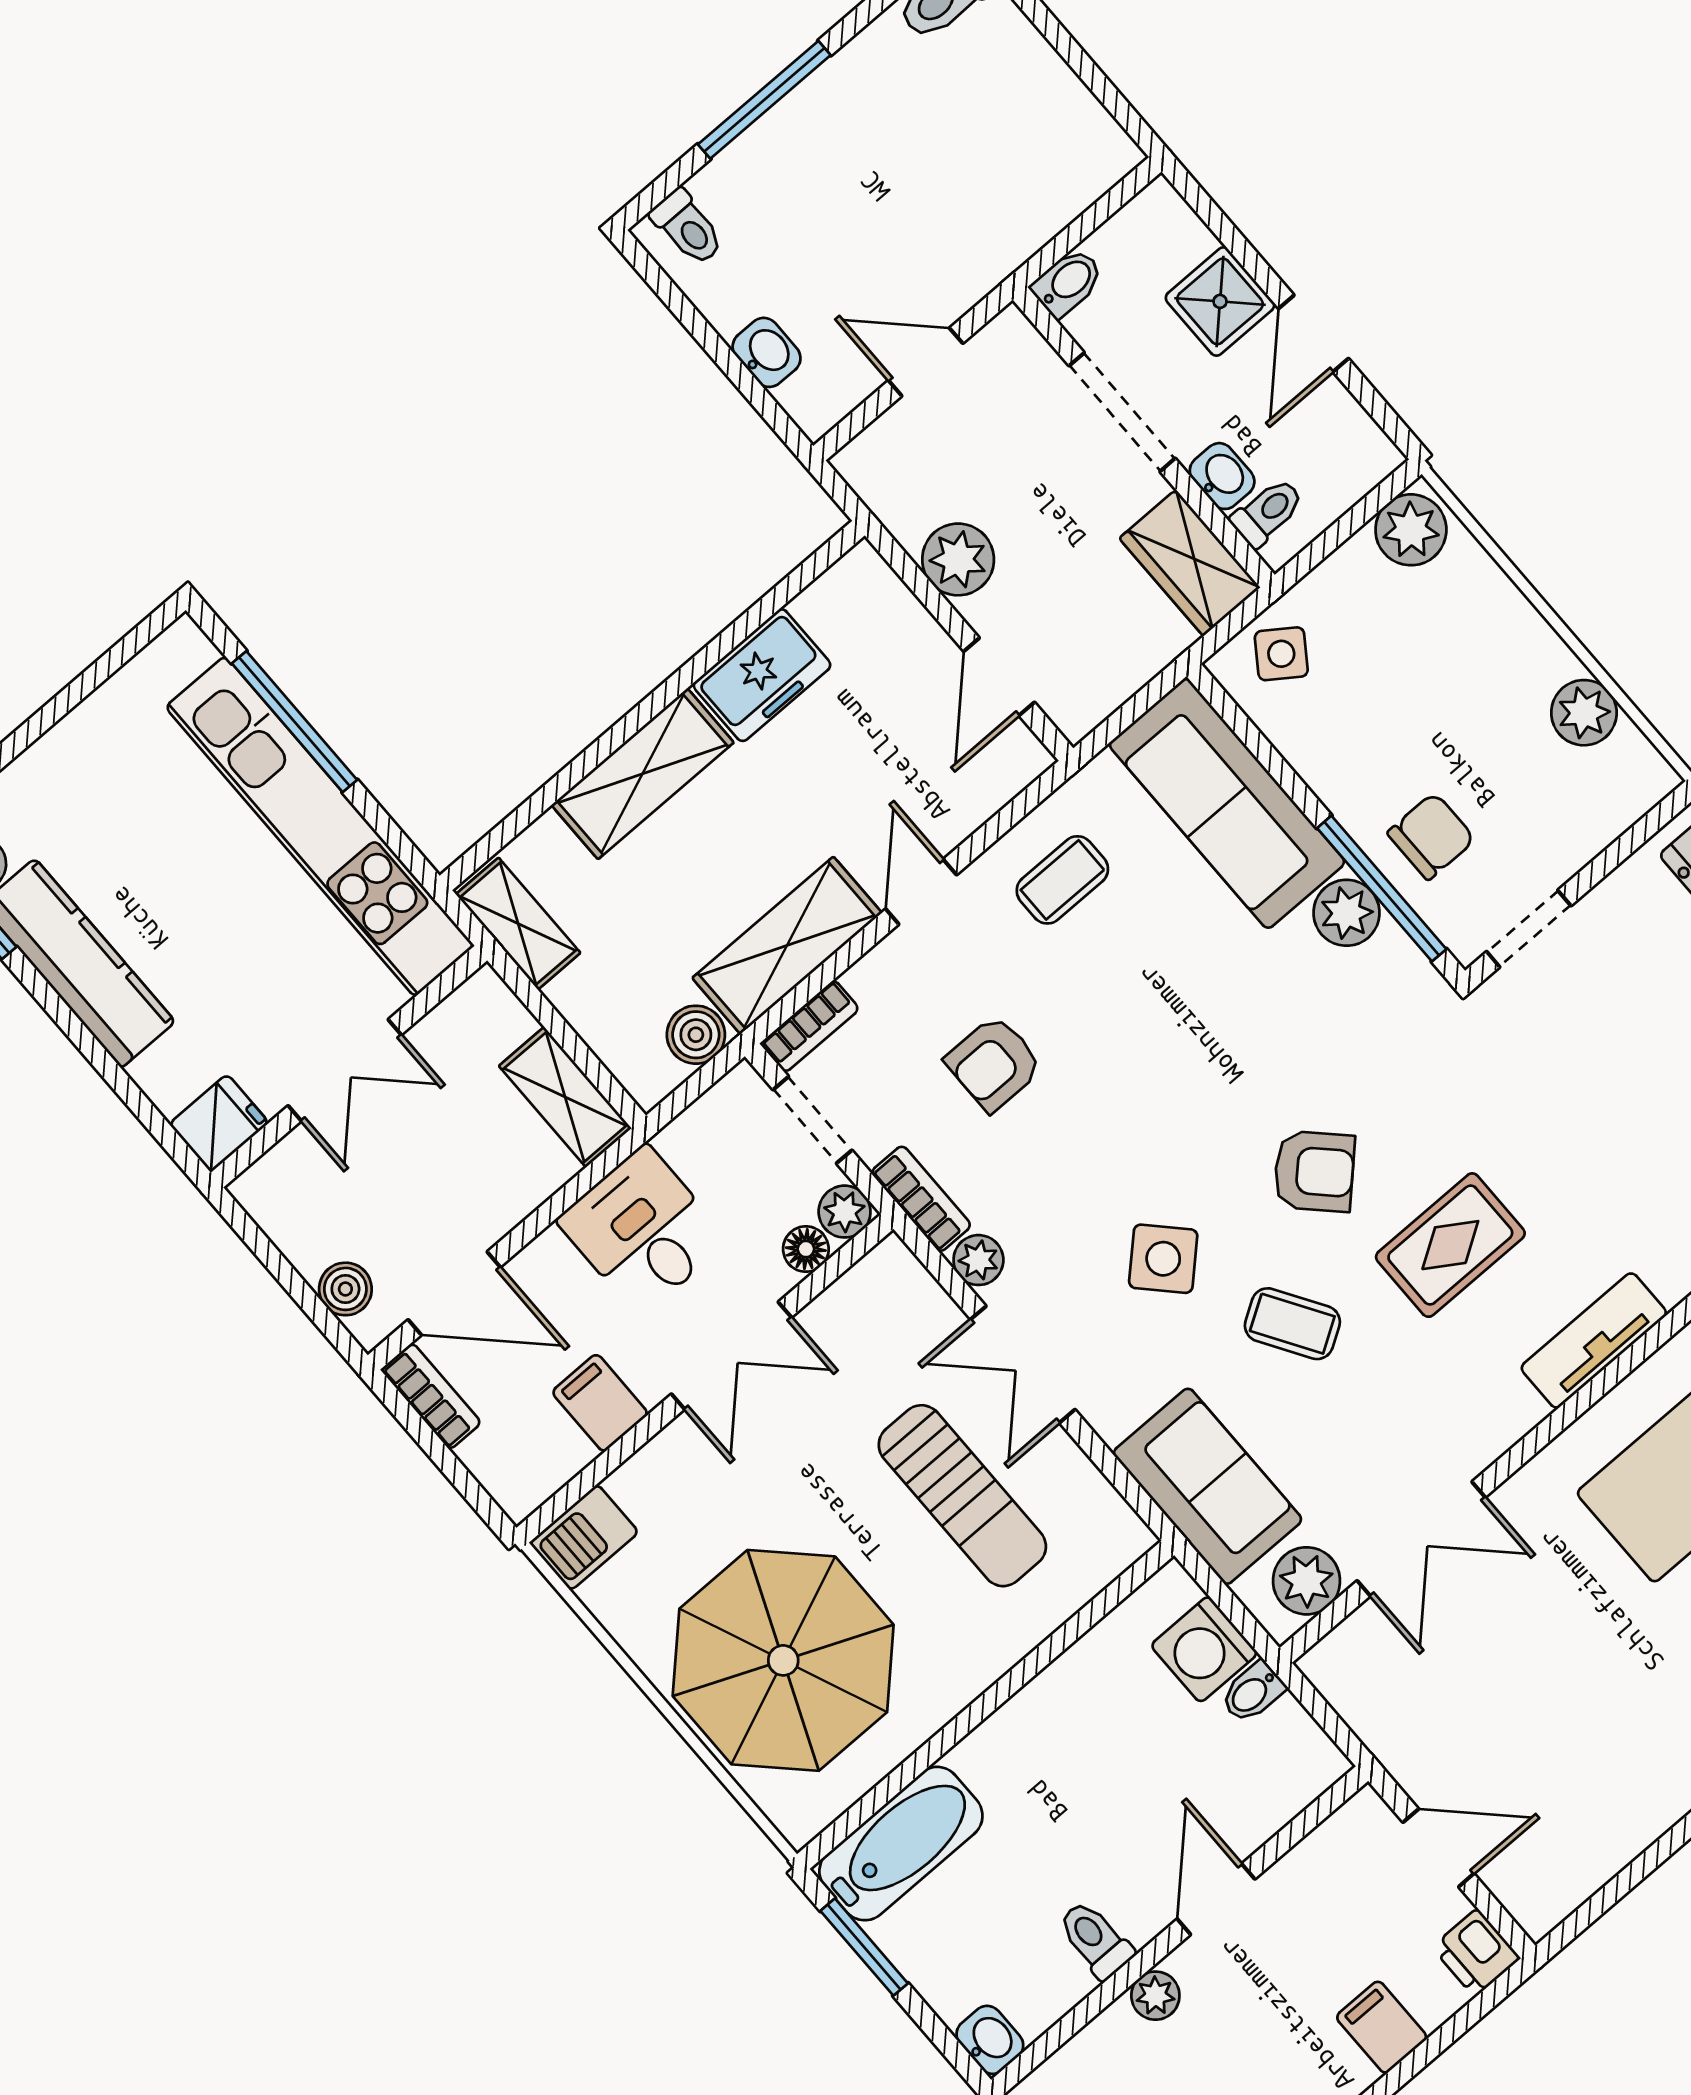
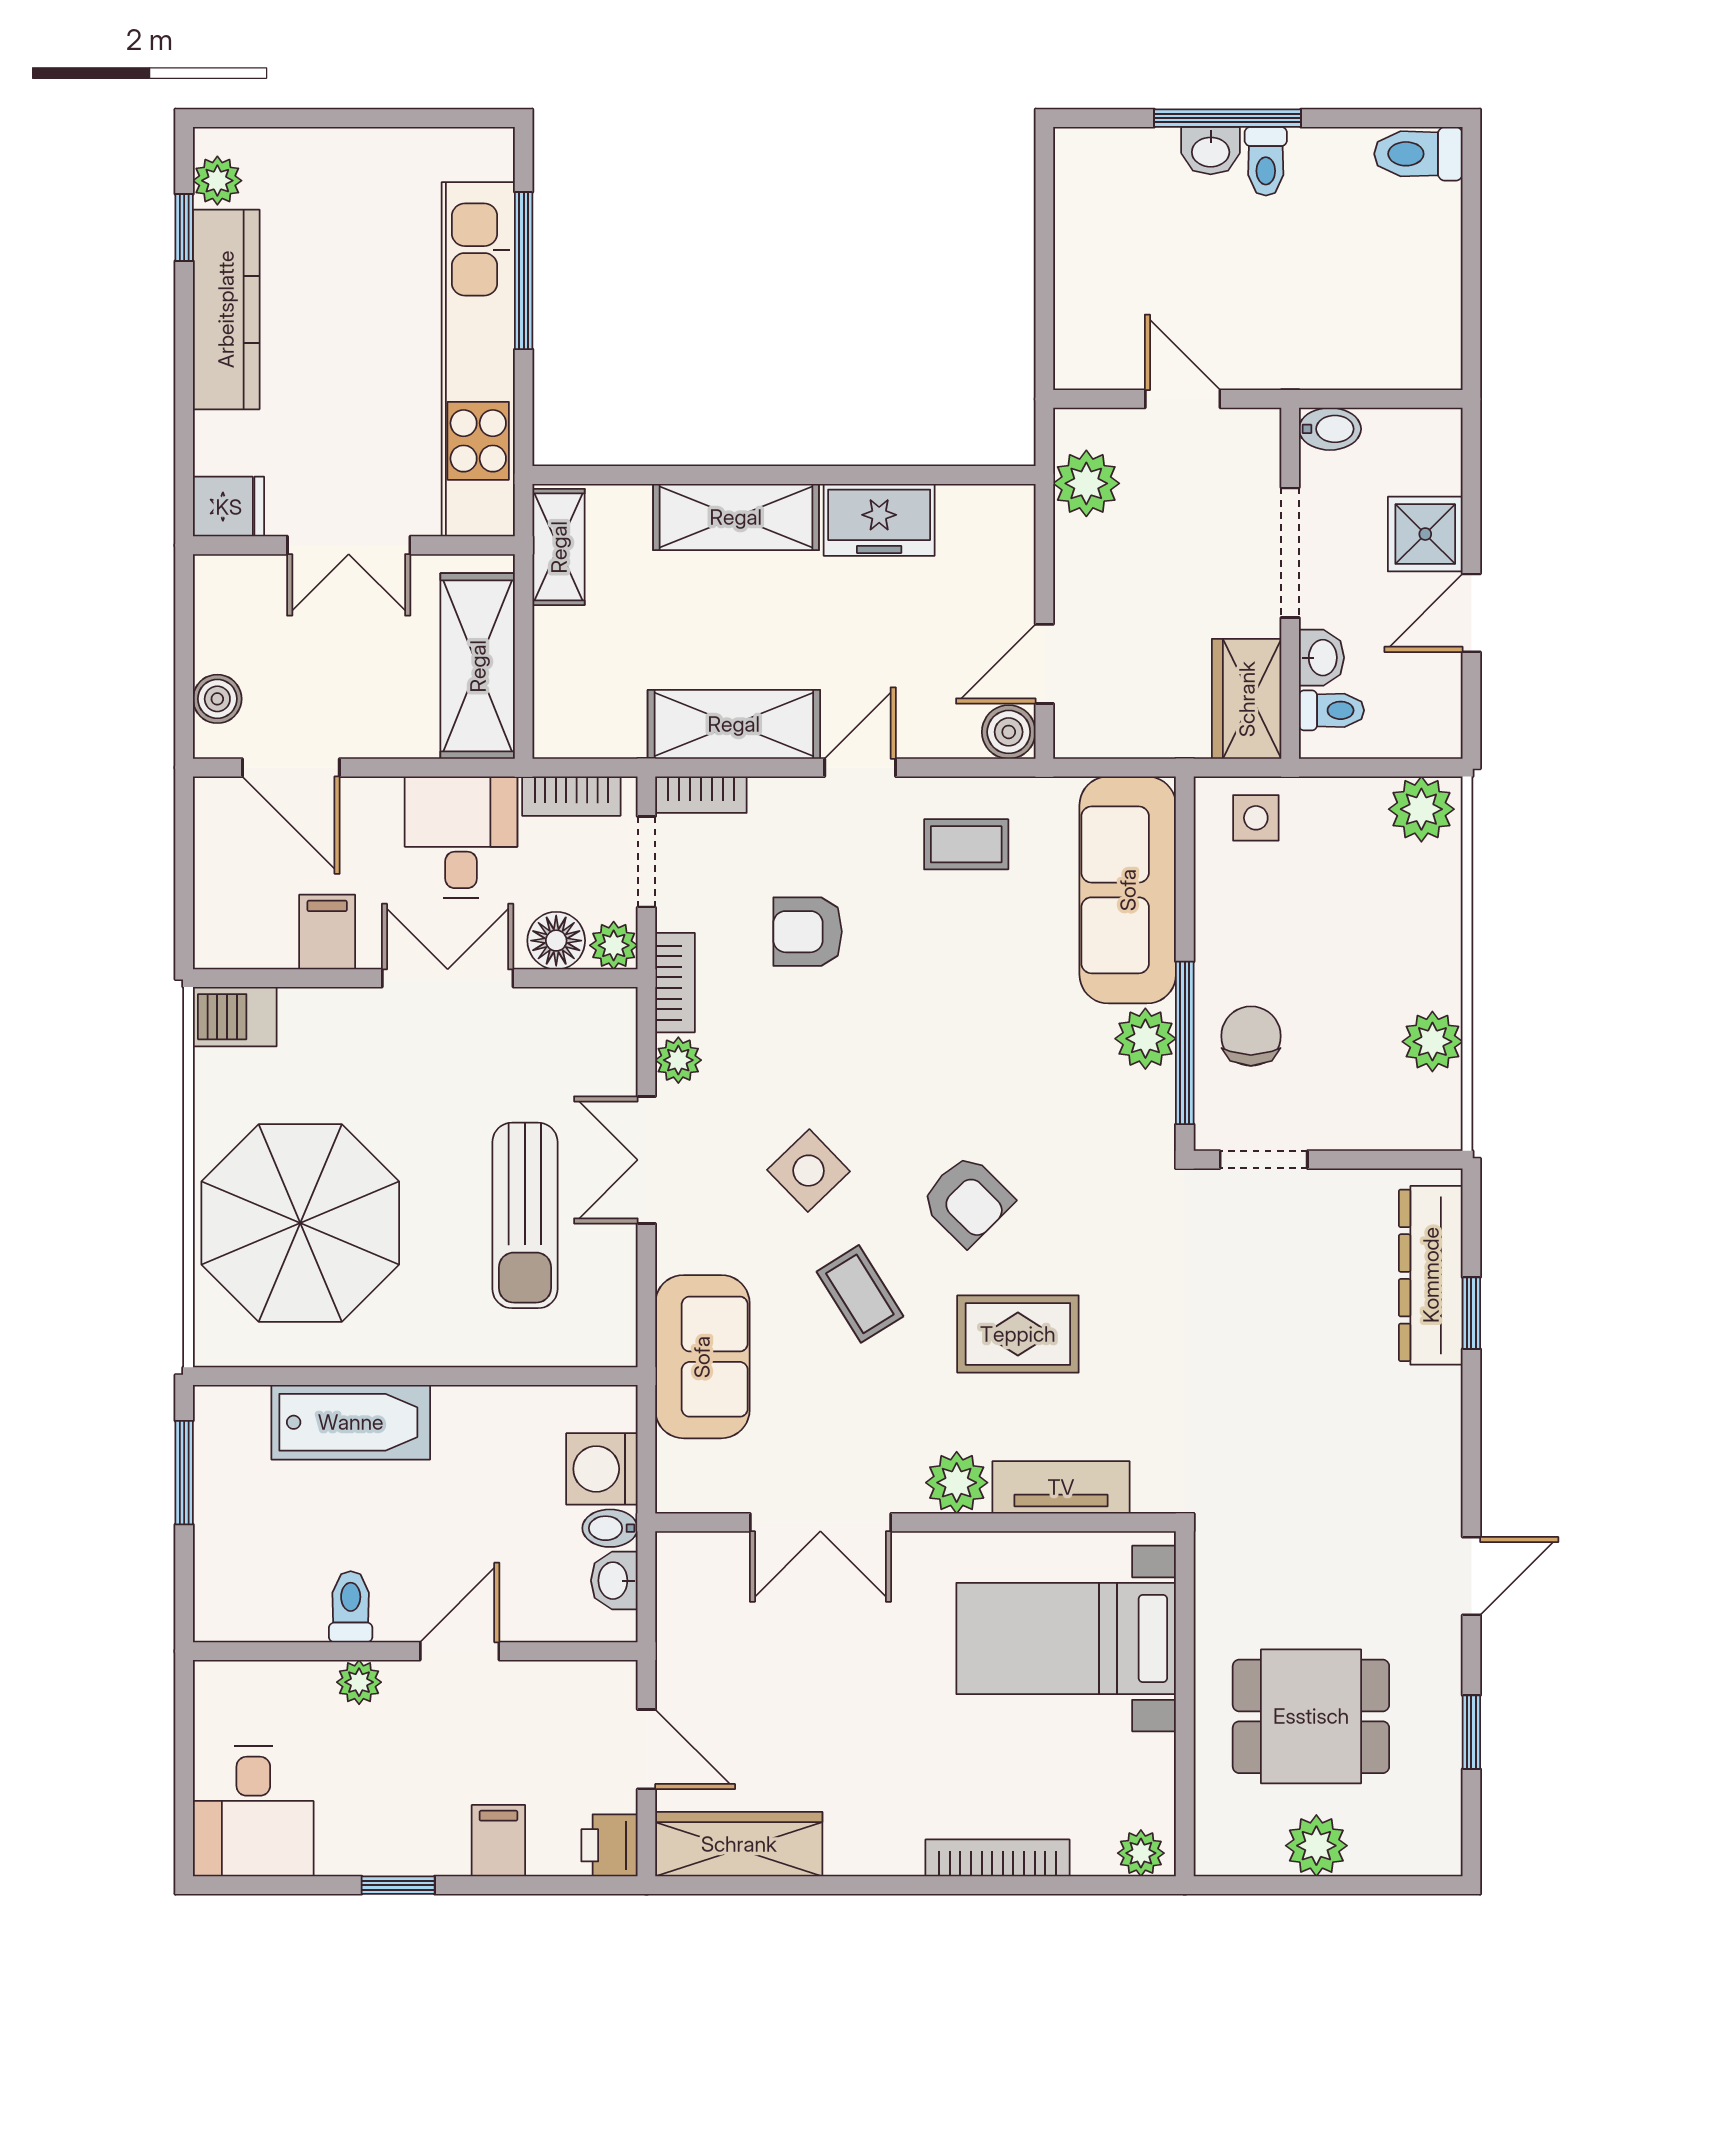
toilet: (688, 227) -> (1266, 161), moved
washbasin: (767, 352) -> (1211, 151), moved, turned 90
plant: (958, 559) -> (1086, 483), moved
side table: (1281, 654) -> (1256, 818), turned -35
chair: (1431, 836) -> (1251, 1036), turned -90
boiler: (696, 1035) -> (1009, 732), moved
shelving: (565, 1097) -> (478, 666), width x1.50, depth x1.33
floor lamp: (806, 1249) -> (556, 941), width x1.37, depth x1.37
double door: (731, 1356) -> (448, 978), swing flipped
bookcase: (431, 1396) -> (571, 796), moved, turned 90
plant: (1306, 1581) -> (957, 1483), moved
bathtub: (901, 1844) -> (351, 1422), moved
wardrobe: (1581, 1860) -> (739, 1844), added
washbasin: (990, 2040) -> (614, 1581), moved, turned 180

